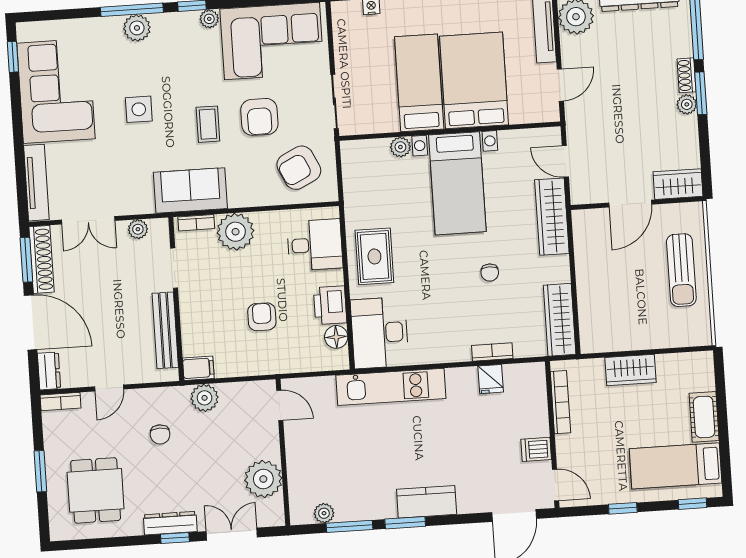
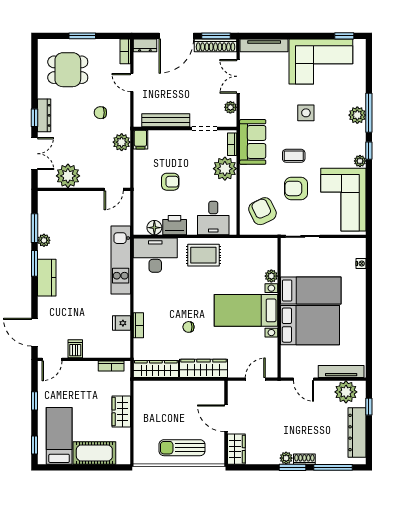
wardrobe: (552, 217) -> (204, 368), moved
bookcase: (560, 402) -> (111, 366), width x0.64
cot: (704, 417) -> (94, 453), width x1.37, depth x1.34
plant: (324, 513) -> (44, 240), moved

